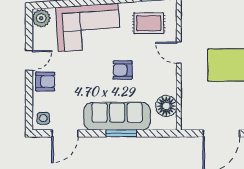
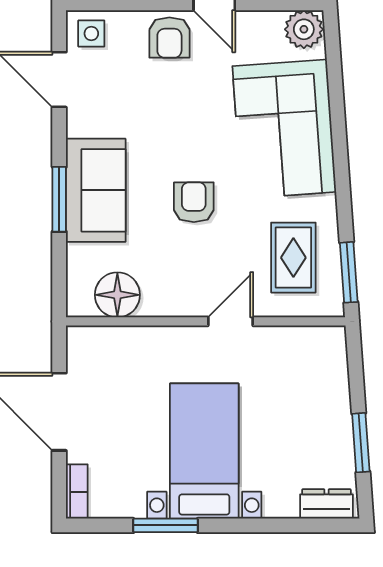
sofa: (117, 116) -> (96, 190), width x0.73

